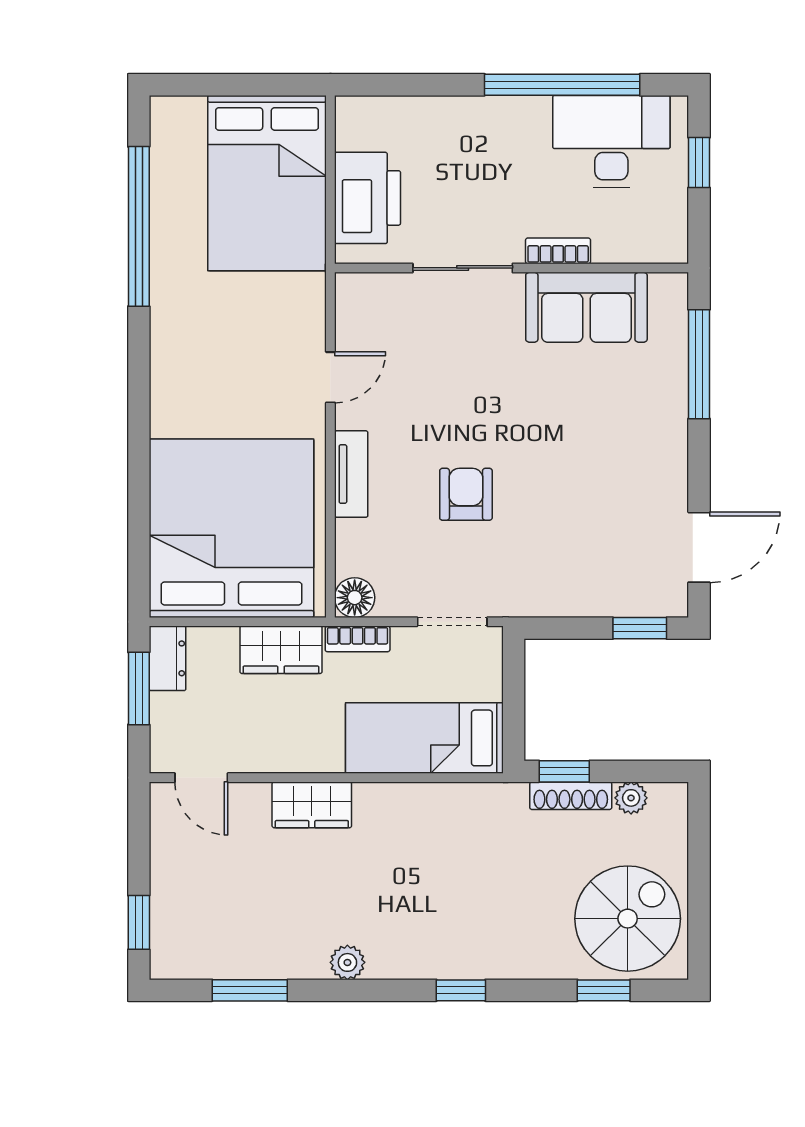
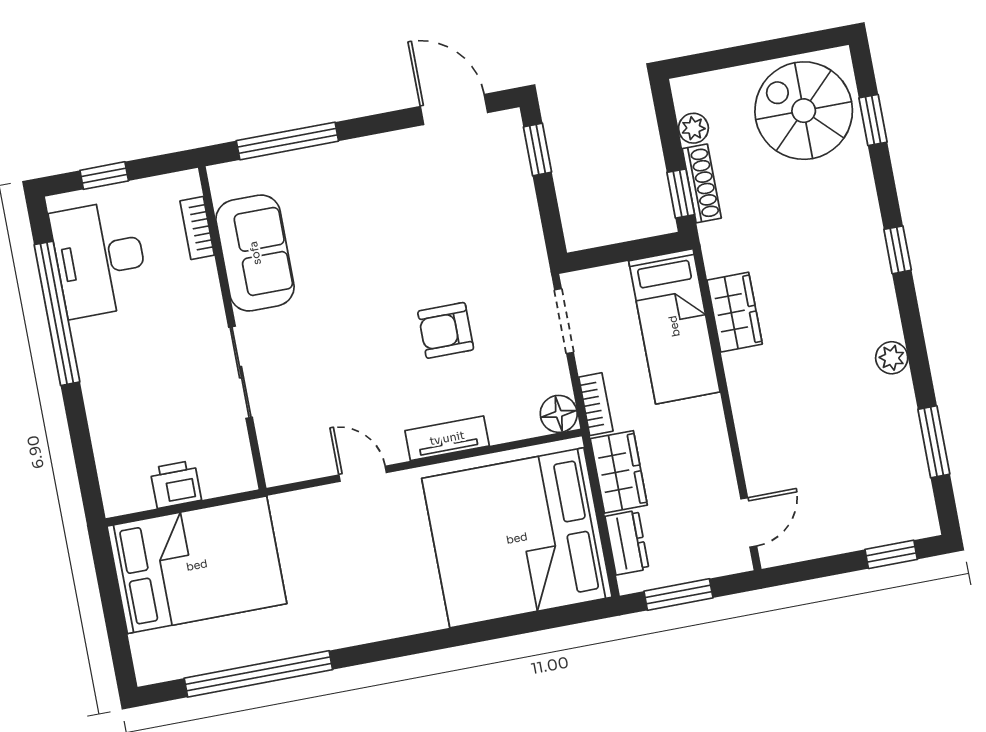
printer: (367, 198) -> (176, 484), width x0.53, depth x0.68
bookcase: (558, 251) -> (197, 228), moved
dresser: (168, 658) -> (627, 543), moved, turned 90
wardrobe: (312, 805) -> (735, 312), moved

